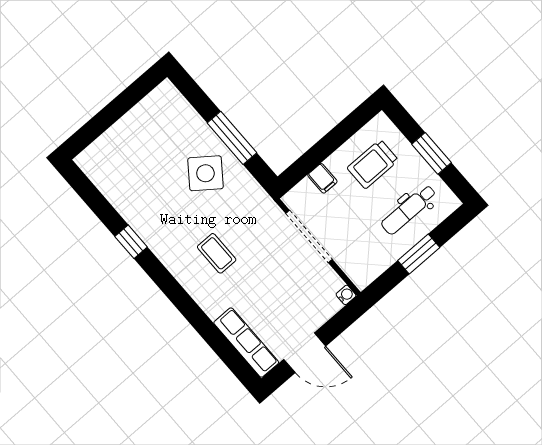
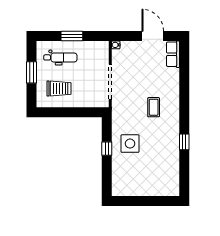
window: (232, 138) -> (107, 149), width x0.46
side table: (205, 173) -> (130, 144), turned -37
filing cabinet: (322, 178) -> (84, 100), removed
row of seats: (246, 343) -> (173, 54), width x0.68

